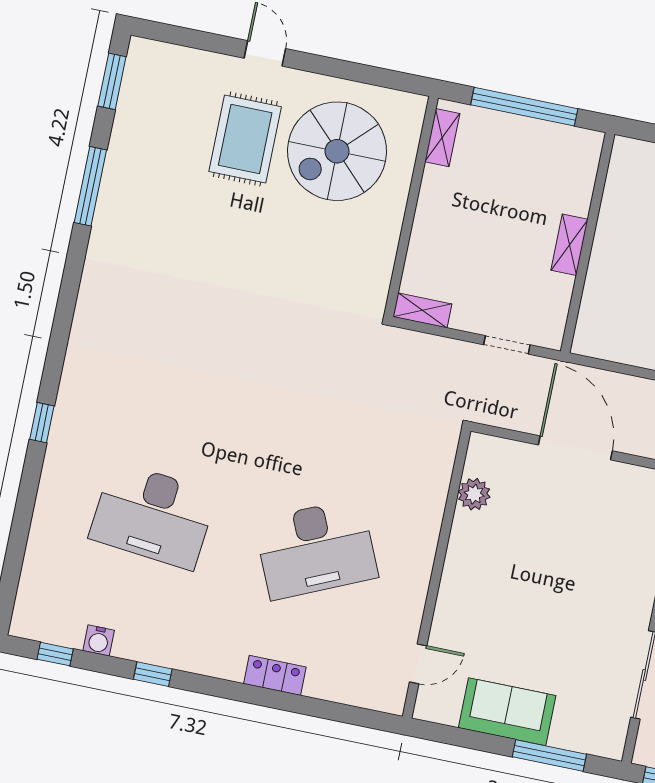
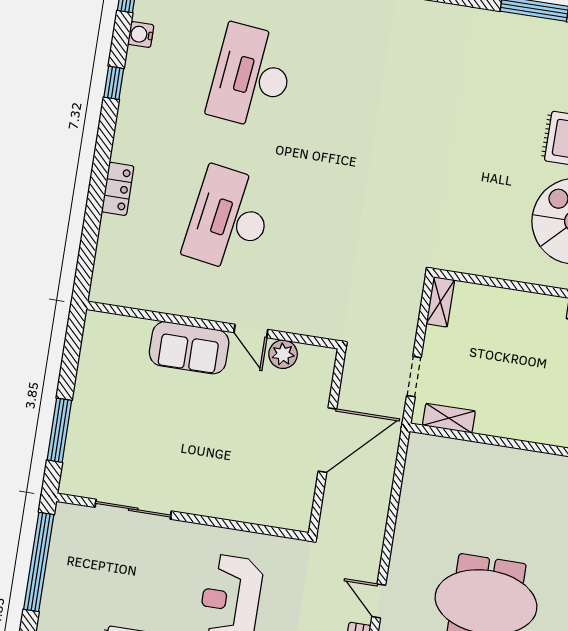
shelving: (569, 245) -> (449, 418), moved
desk: (316, 549) -> (229, 219), turned 33
door: (418, 664) -> (251, 331), moved
sofa: (507, 712) -> (189, 348), moved, turned 90

